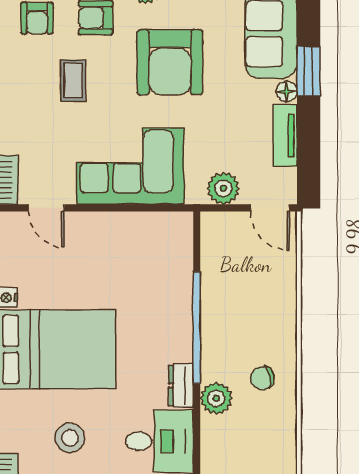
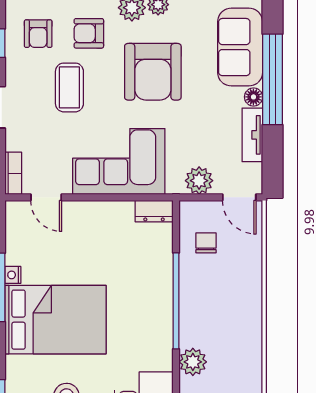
window: (309, 71) -> (273, 79), width x2.11
coffee table: (73, 80) -> (69, 87), width x1.36, depth x1.30
chair: (262, 378) -> (206, 243), moved, turned 104
dresser: (181, 386) -> (154, 211), moved, turned -90

